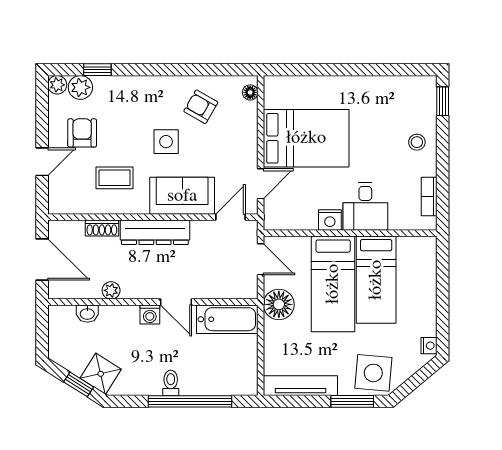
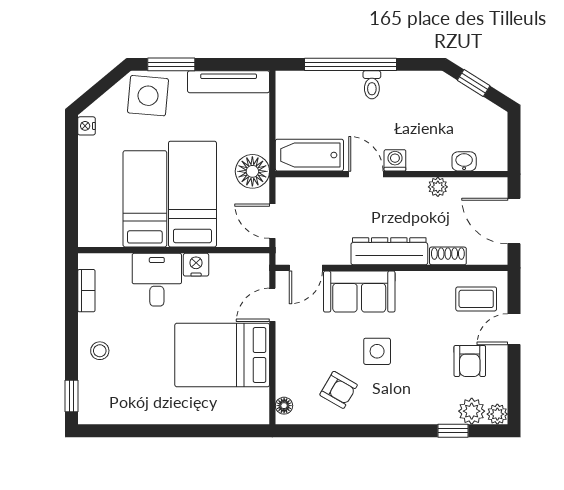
coffee table: (114, 178) -> (476, 299), moved
shower: (101, 374) -> (449, 95), removed

